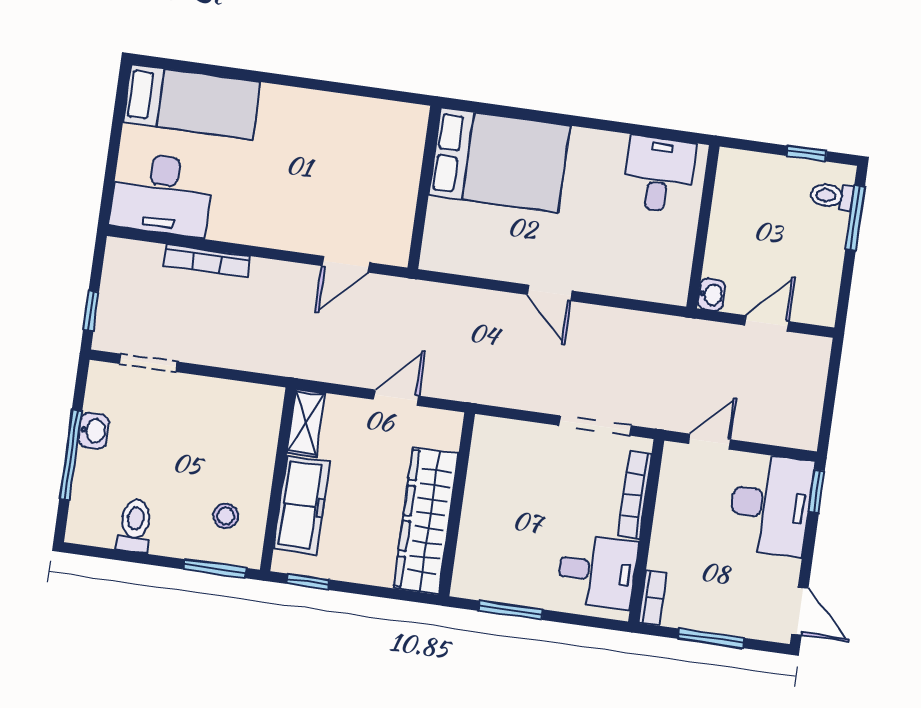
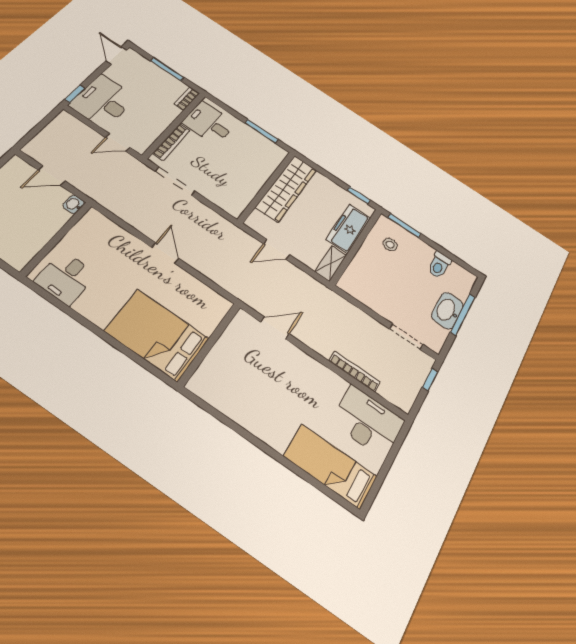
washbasin: (94, 431) -> (447, 311), width x1.91, depth x1.45

